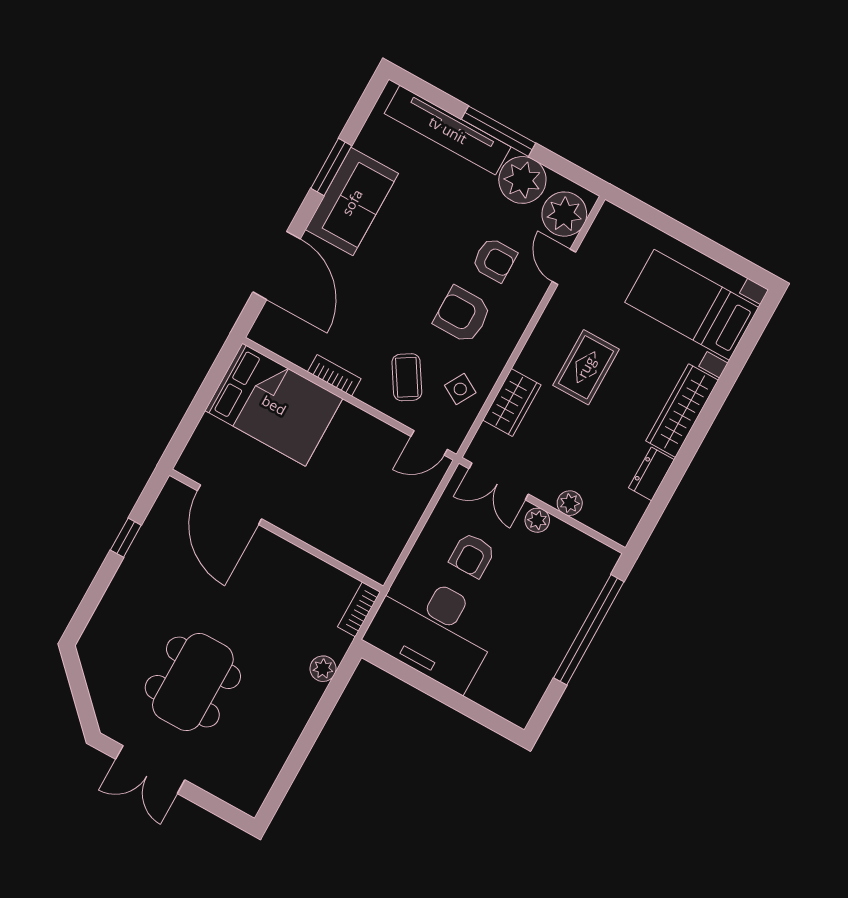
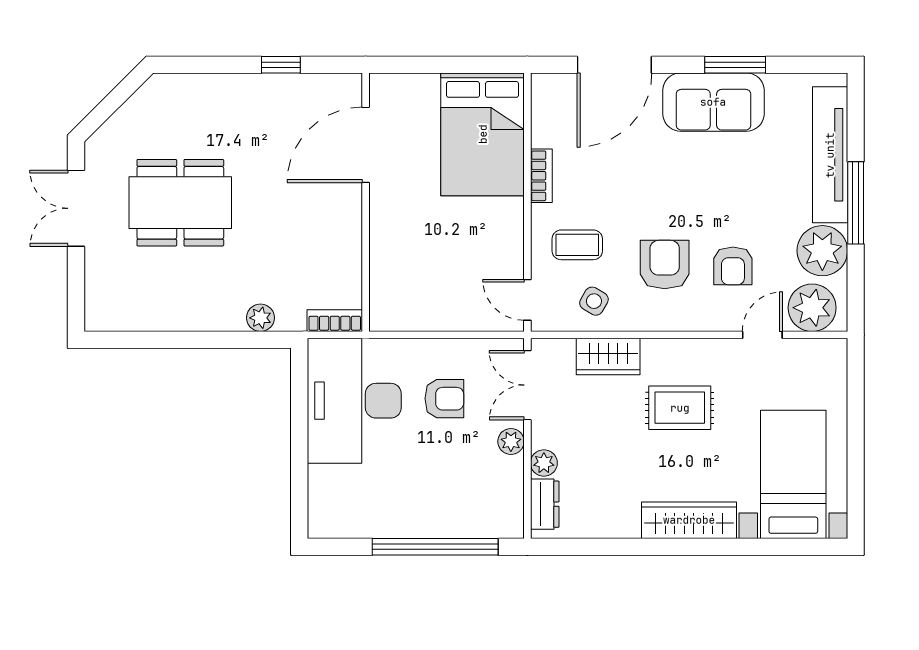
coffee table: (407, 377) -> (577, 245), turned 32
dresser: (651, 474) -> (545, 504), moved, turned 90
armchair: (472, 555) -> (444, 399), turned 180

